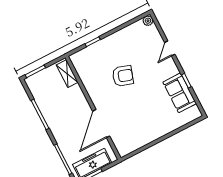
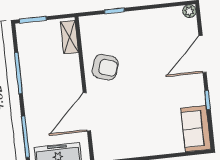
door: (170, 48) -> (203, 54), width x1.87
armchair: (123, 76) -> (105, 67), moved
sofa: (180, 93) -> (196, 129), moved

